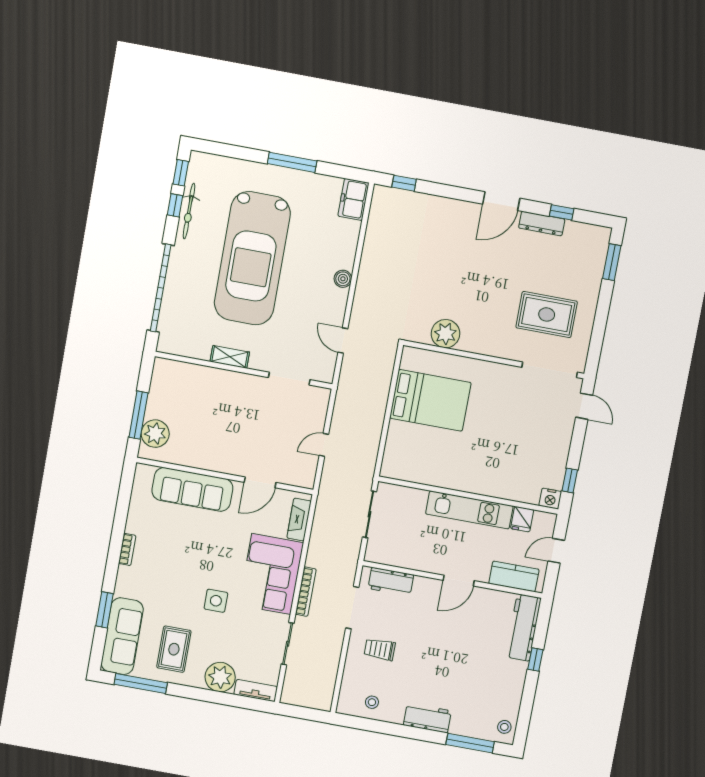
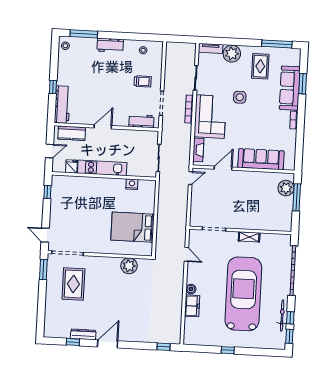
window: (292, 162) -> (228, 350), width x0.46
freezer: (353, 199) -> (192, 306), moved
window: (612, 262) -> (43, 269), moved
rug: (547, 314) -> (73, 284), turned 90
door: (324, 445) -> (190, 178), moved
nightstand: (550, 499) -> (132, 184), moved
sofa: (122, 636) -> (290, 88), moved

